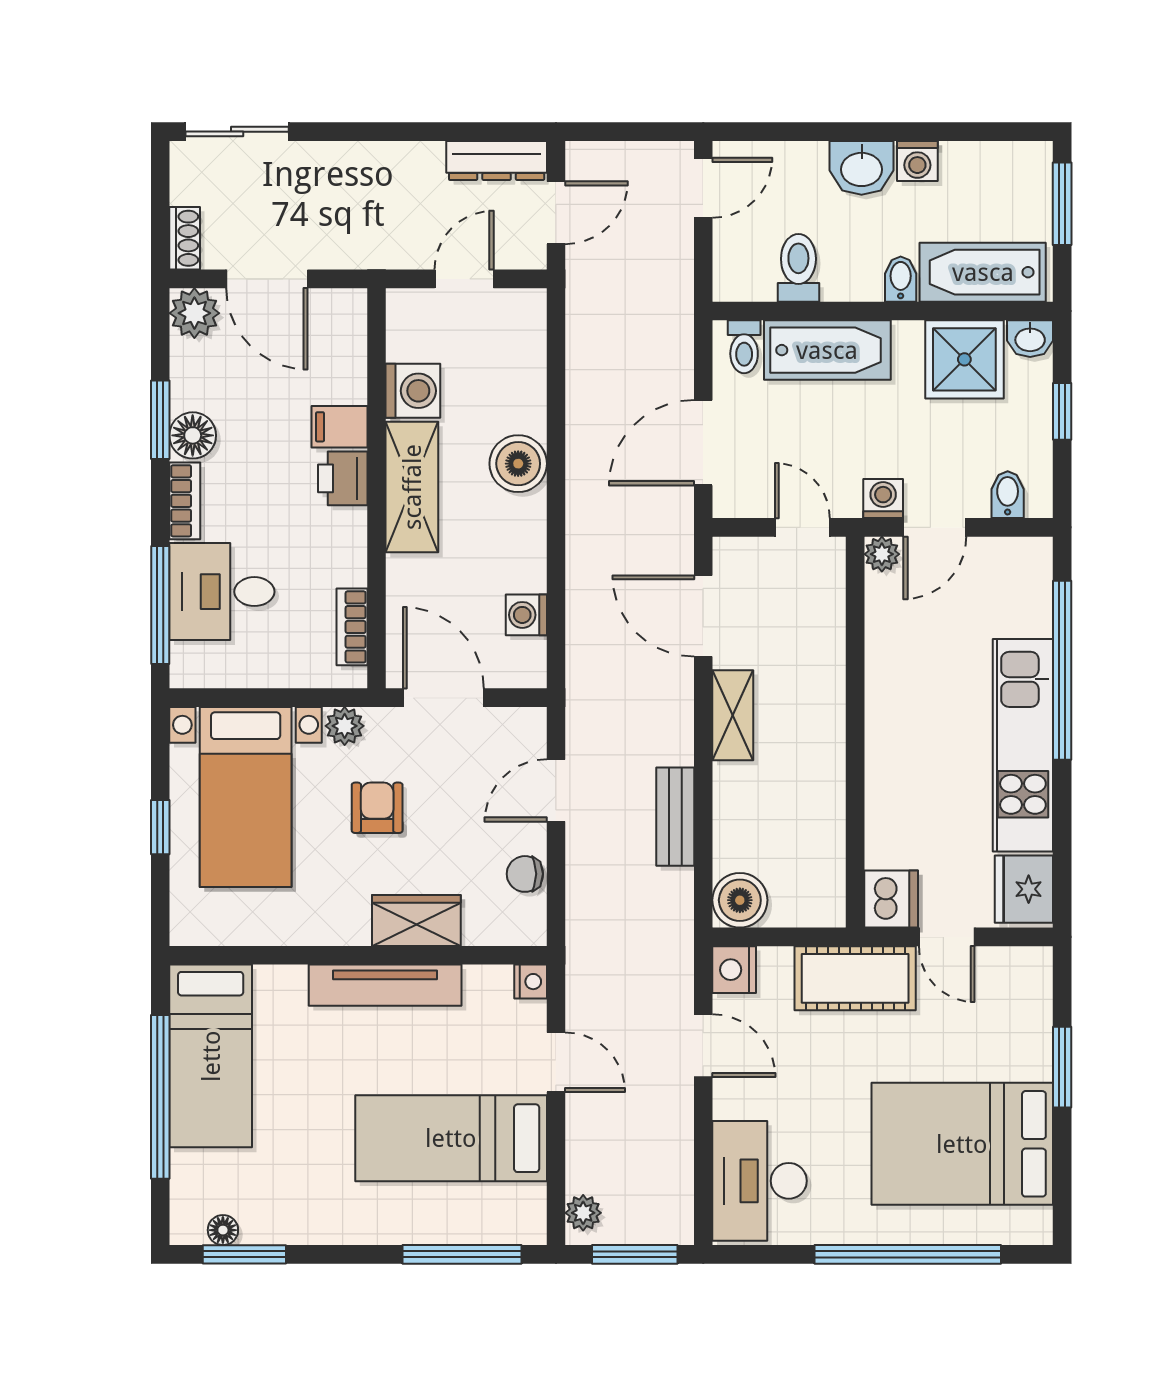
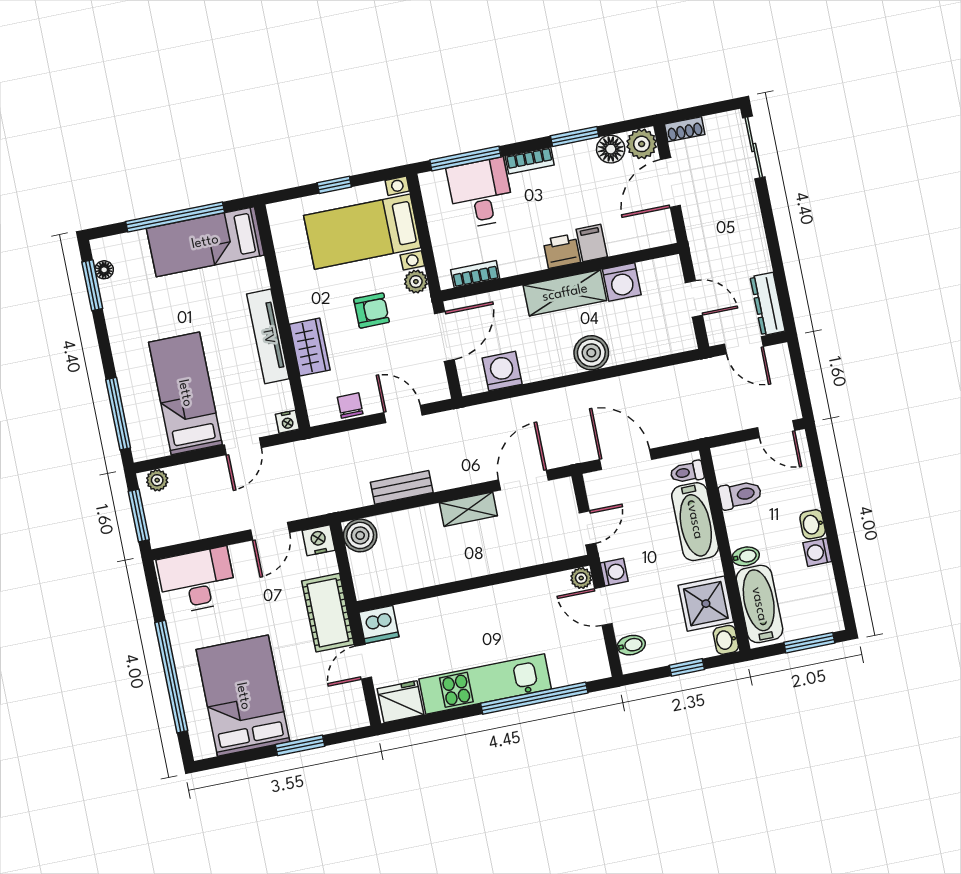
washbasin: (862, 168) -> (813, 524), width x0.72, depth x0.69
floor lamp: (193, 435) -> (611, 149), moved
washing machine: (526, 615) -> (502, 371), width x1.38, depth x1.38

